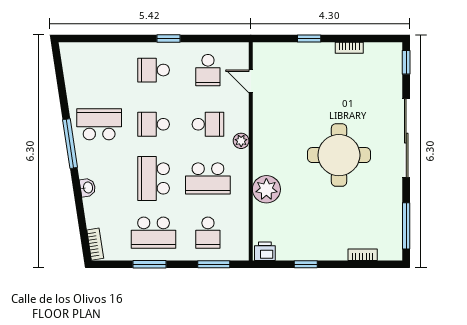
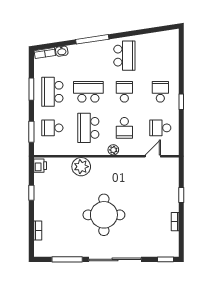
window: (70, 144) -> (92, 39), moved
washbasin: (88, 188) -> (62, 51), moved
window: (406, 226) -> (67, 259), moved

